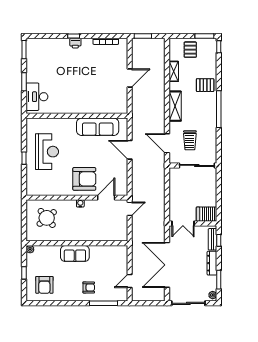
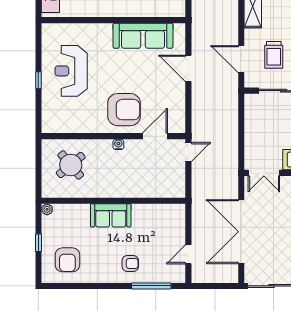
reception desk: (47, 152) -> (71, 71), turned 180

